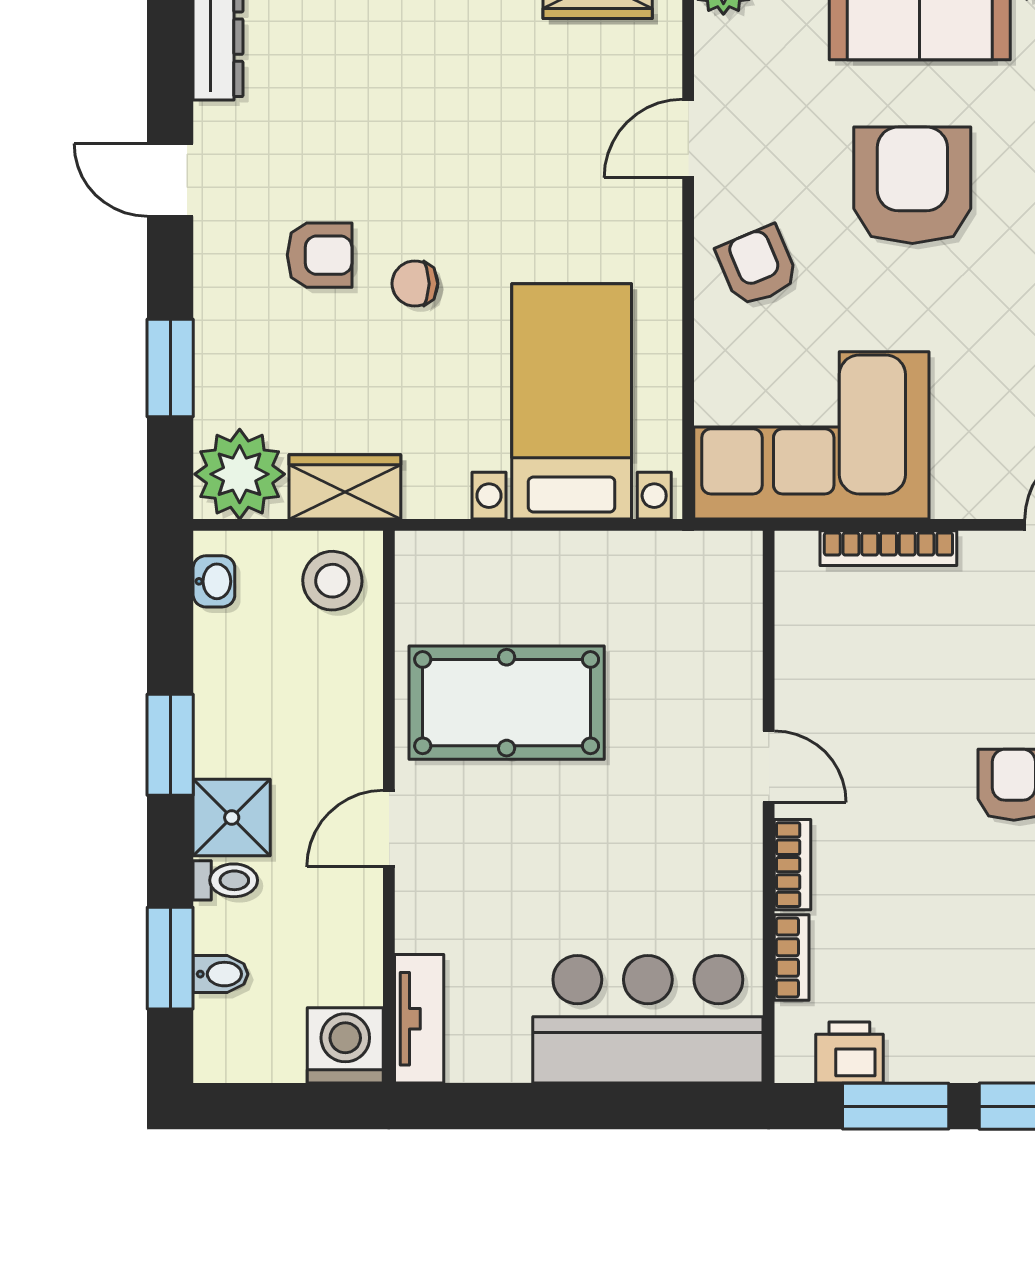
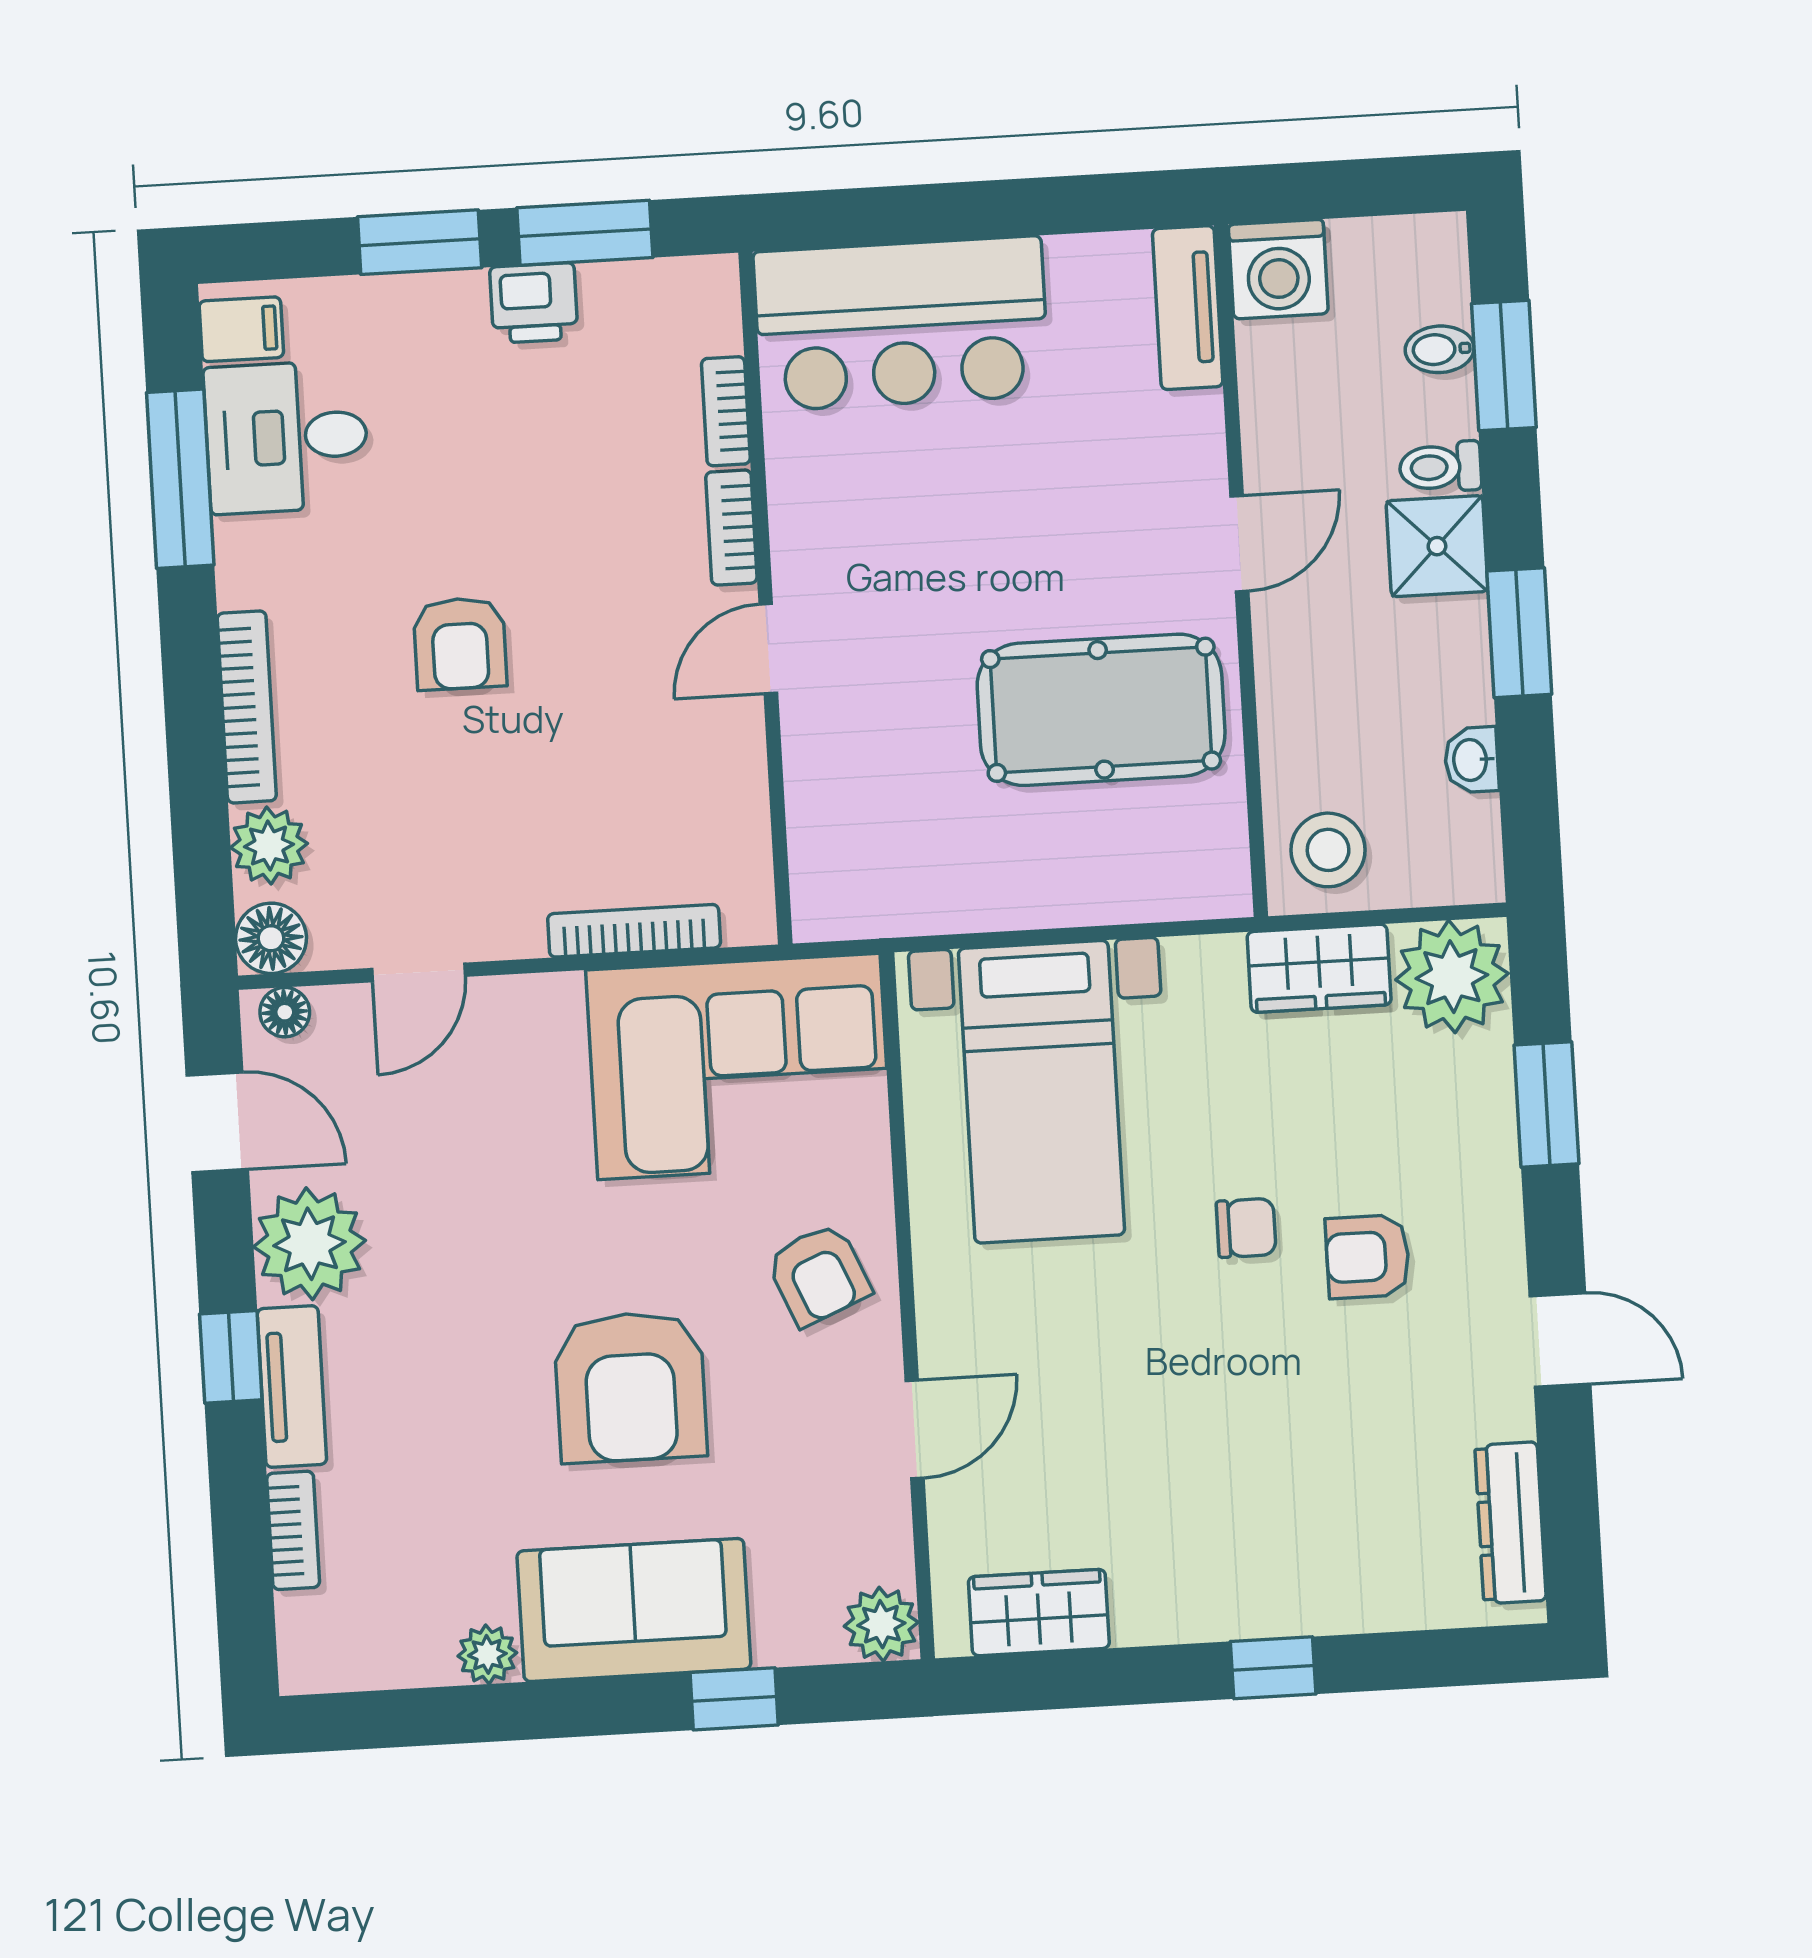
washbasin: (214, 581) -> (1472, 760), moved
door: (769, 767) -> (768, 649), hinge flipped
printer: (849, 1053) -> (534, 303), moved

